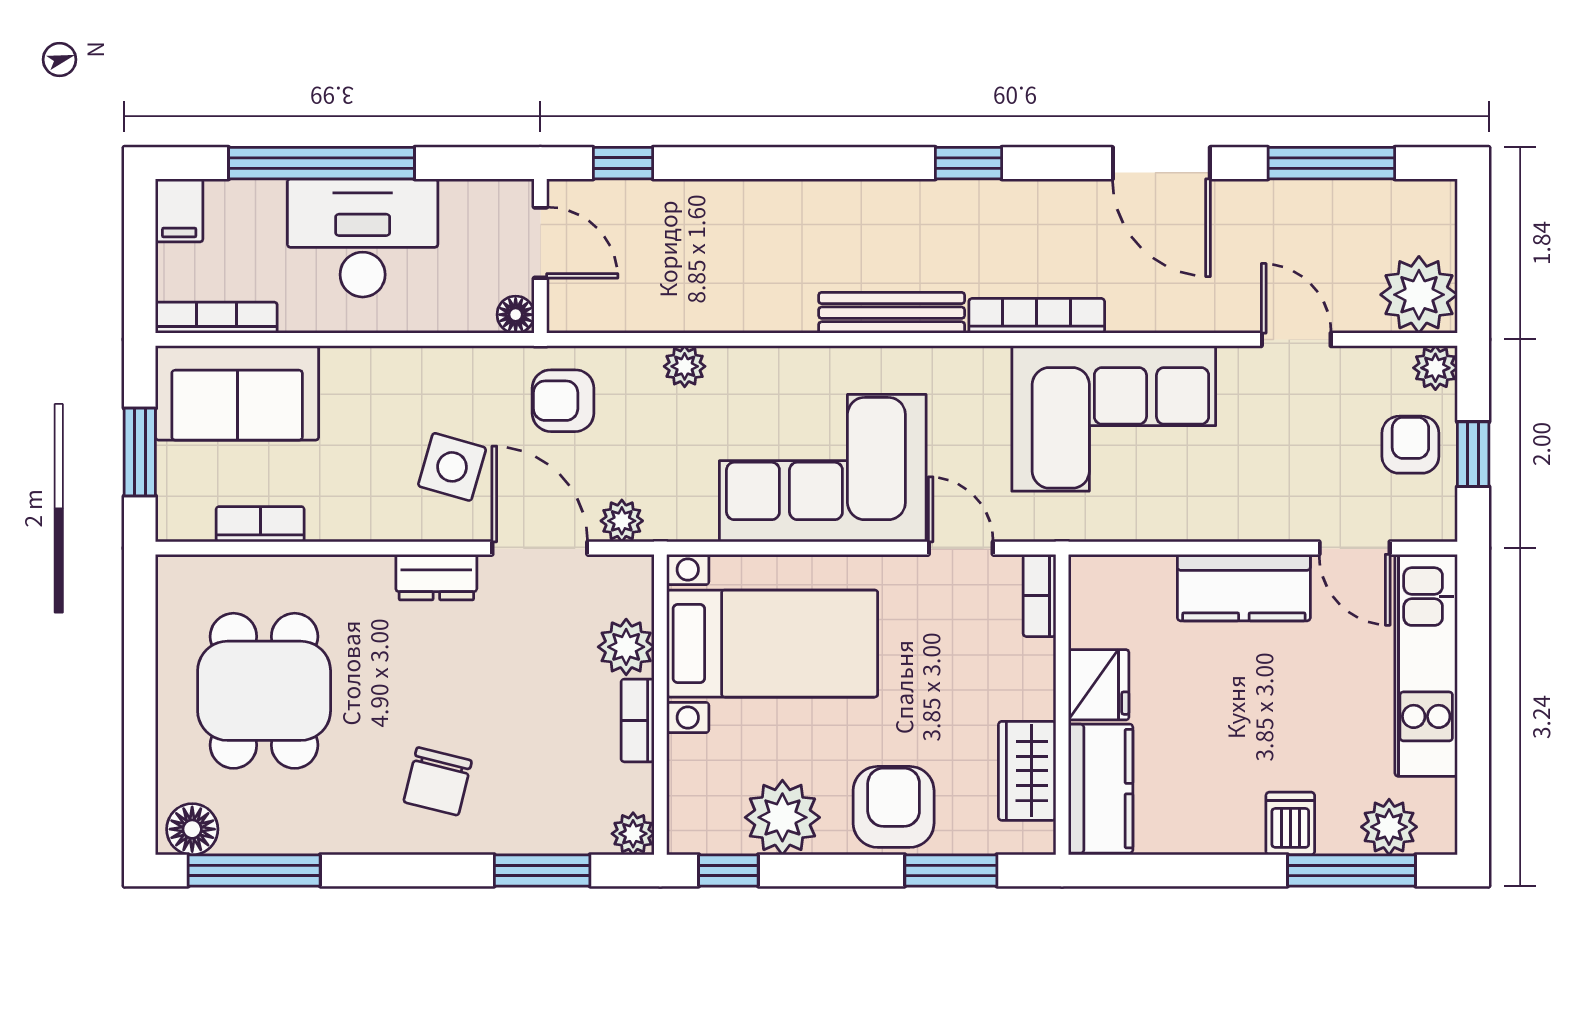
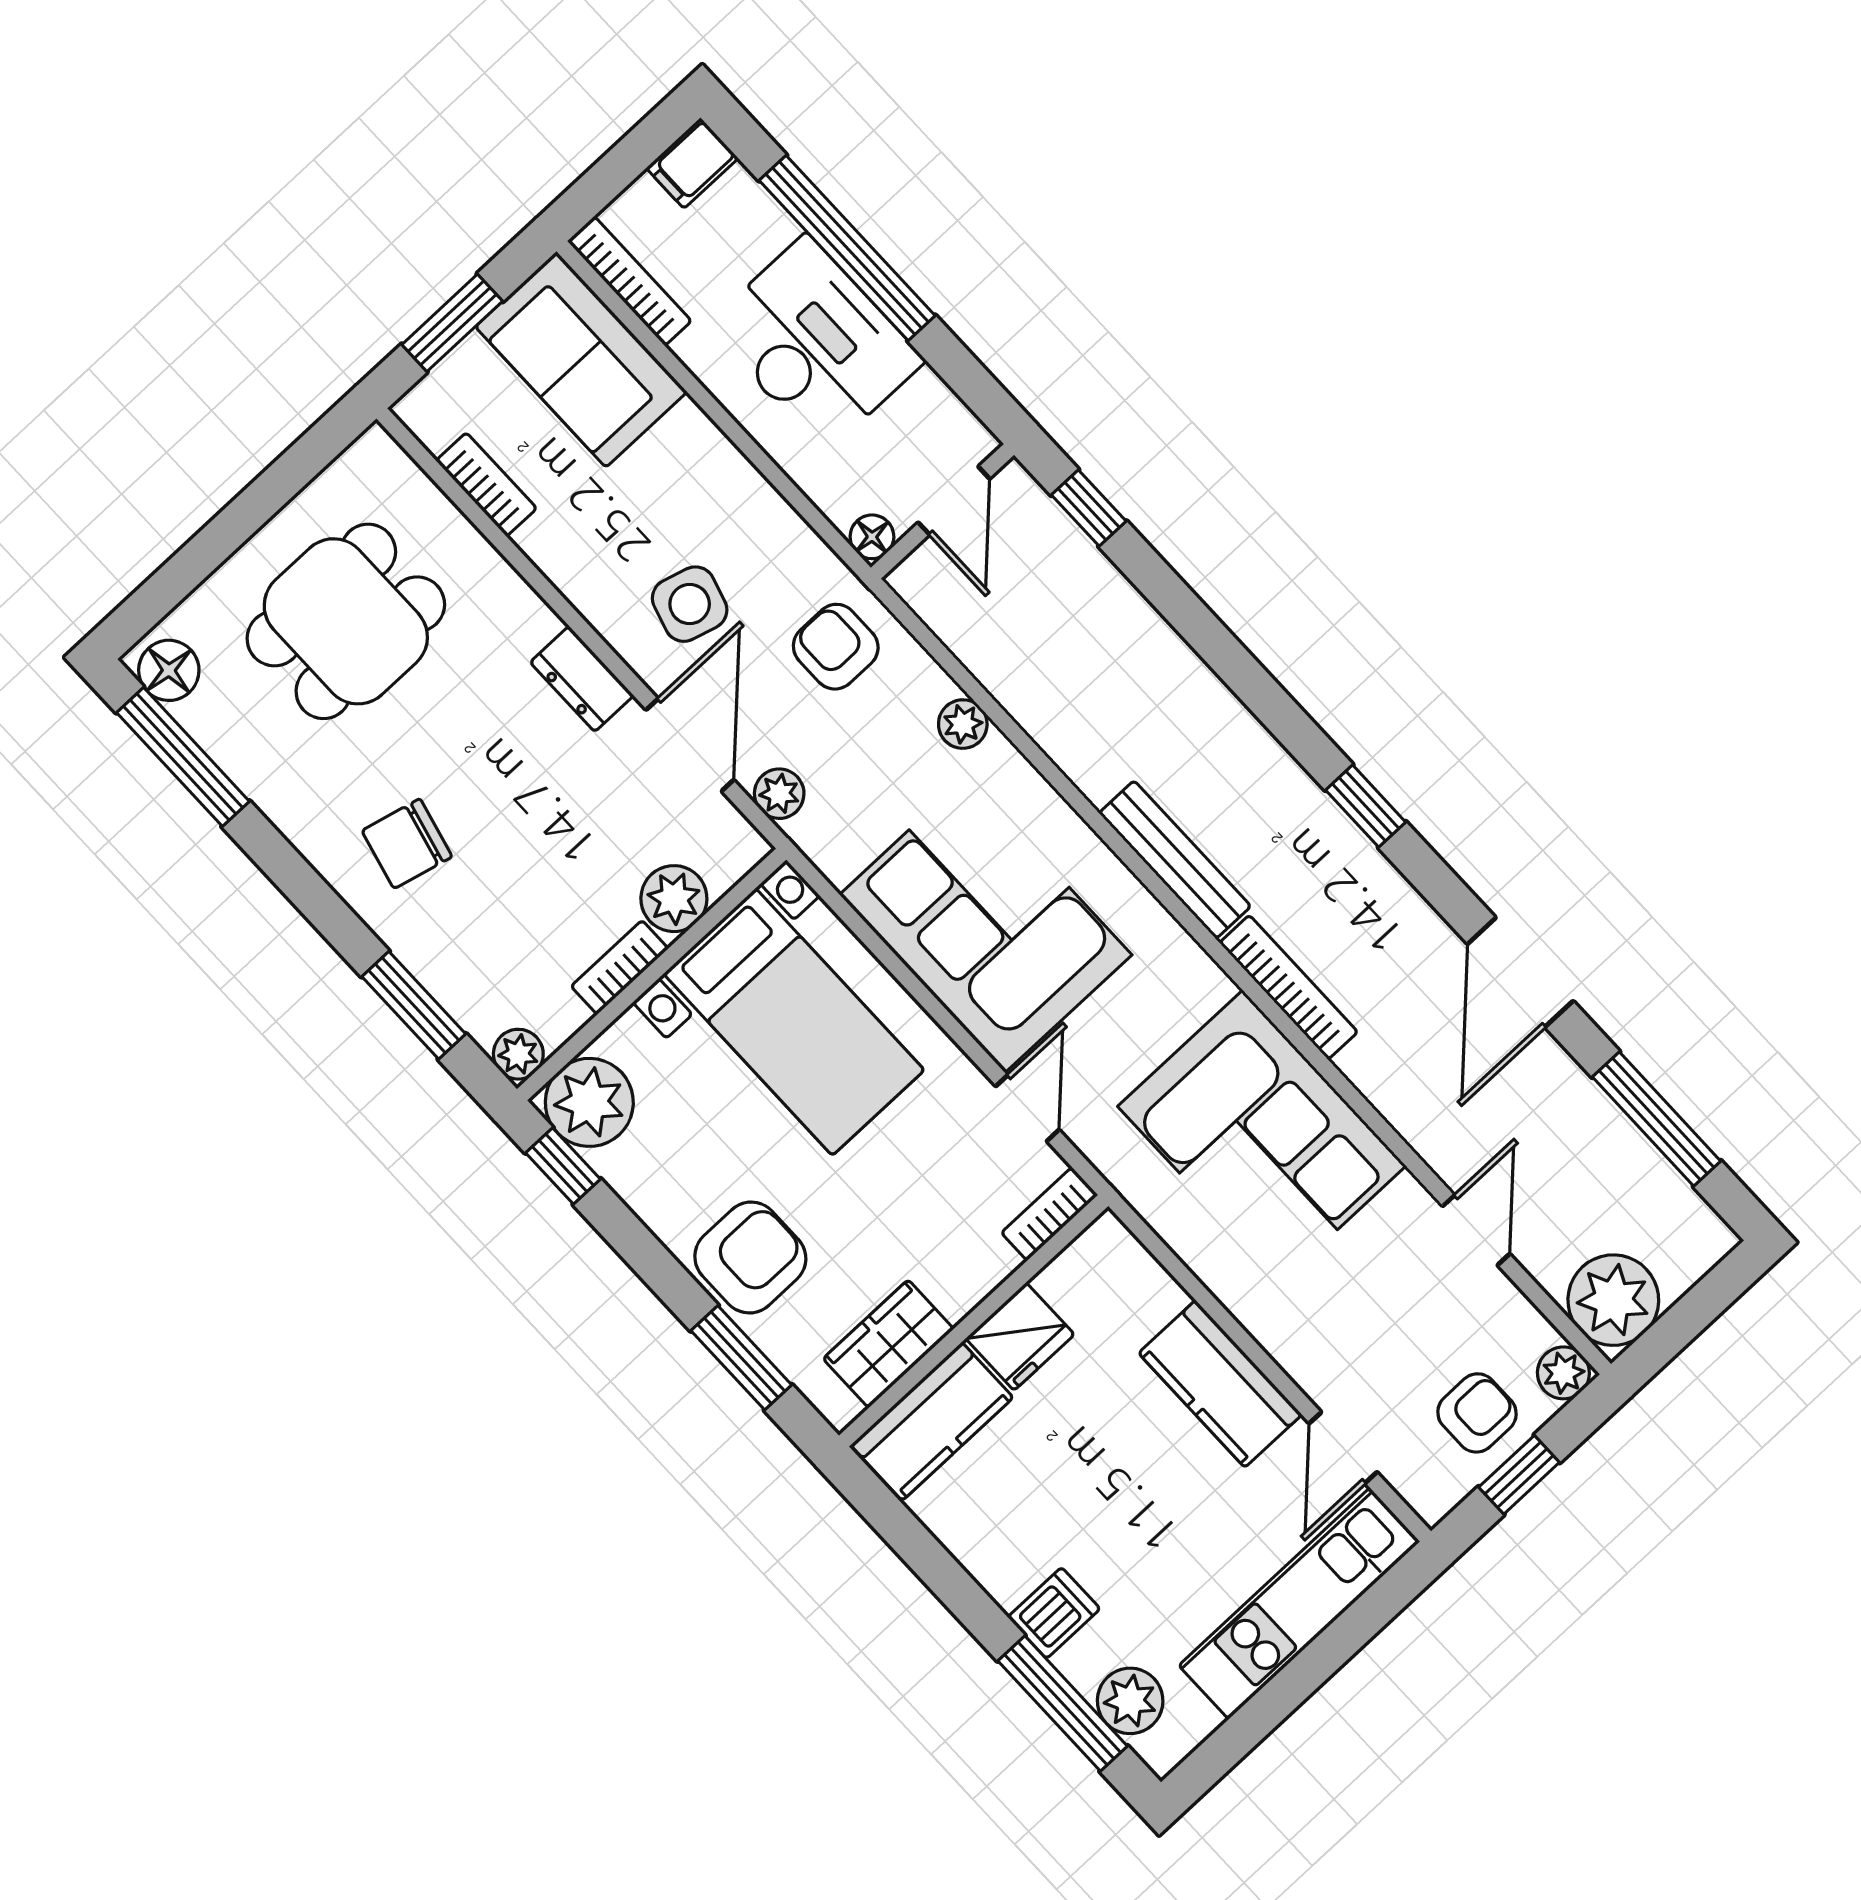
plant: (782, 817) -> (589, 1102), moved

